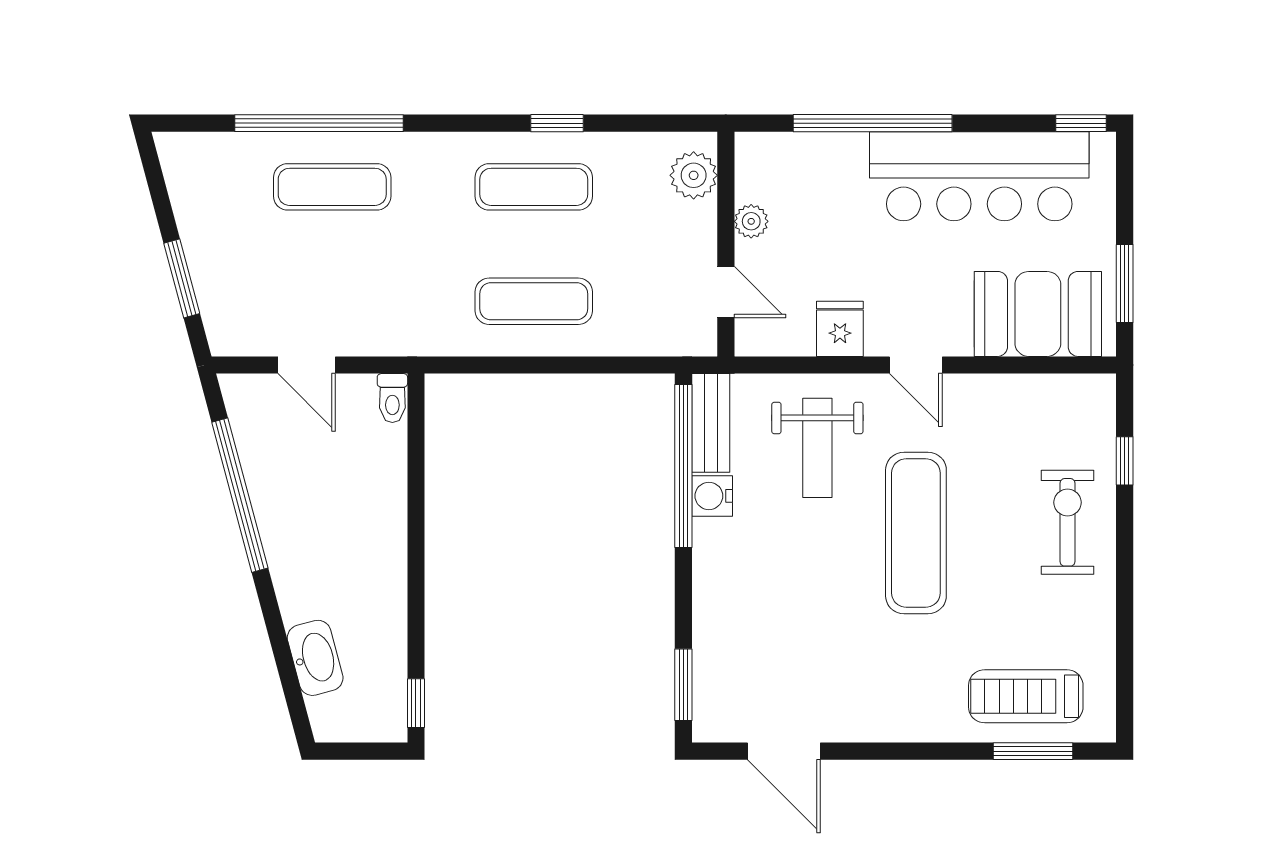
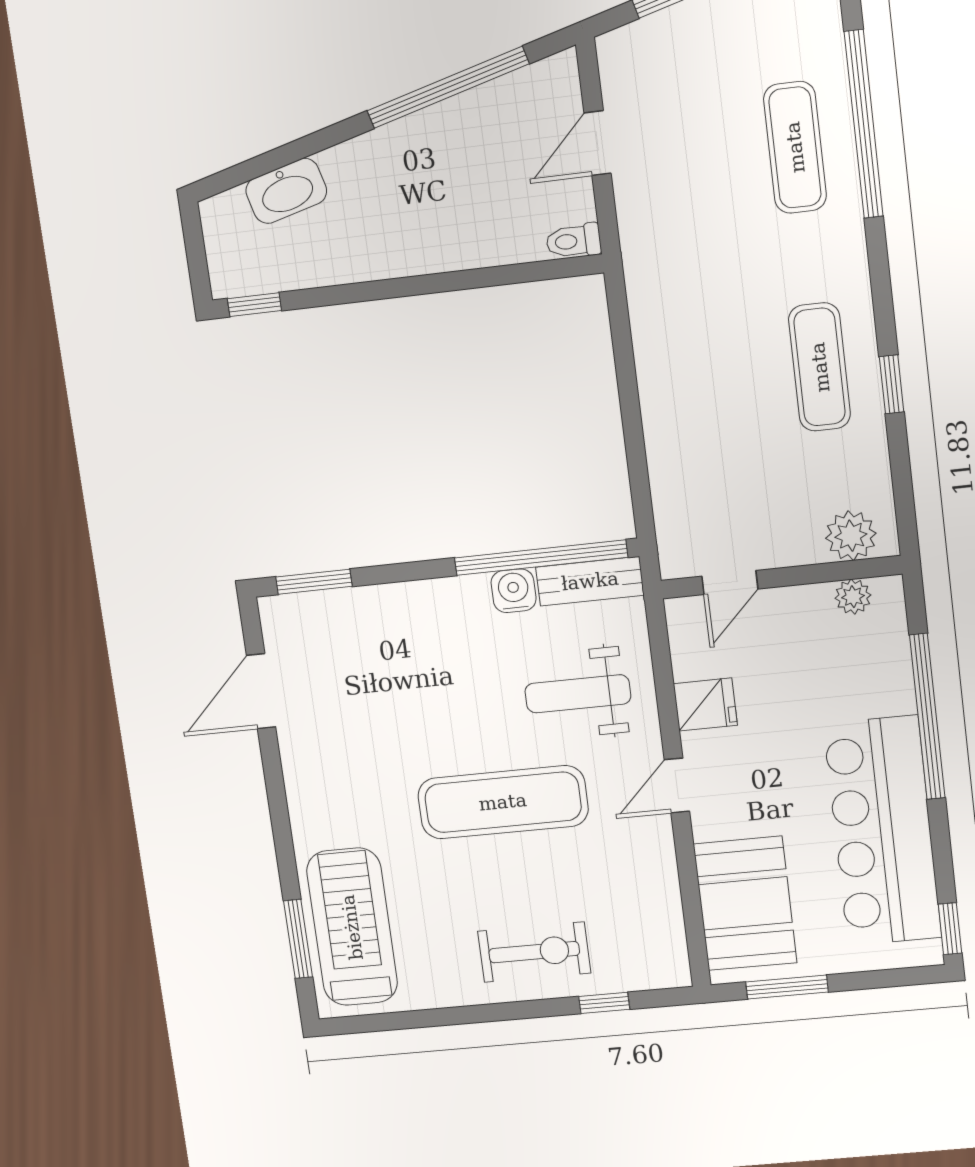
plant: (751, 221) -> (853, 597), moved
exercise mat: (534, 301) -> (696, 381), removed
treadmill: (1026, 696) -> (352, 927), width x1.37, depth x1.38

